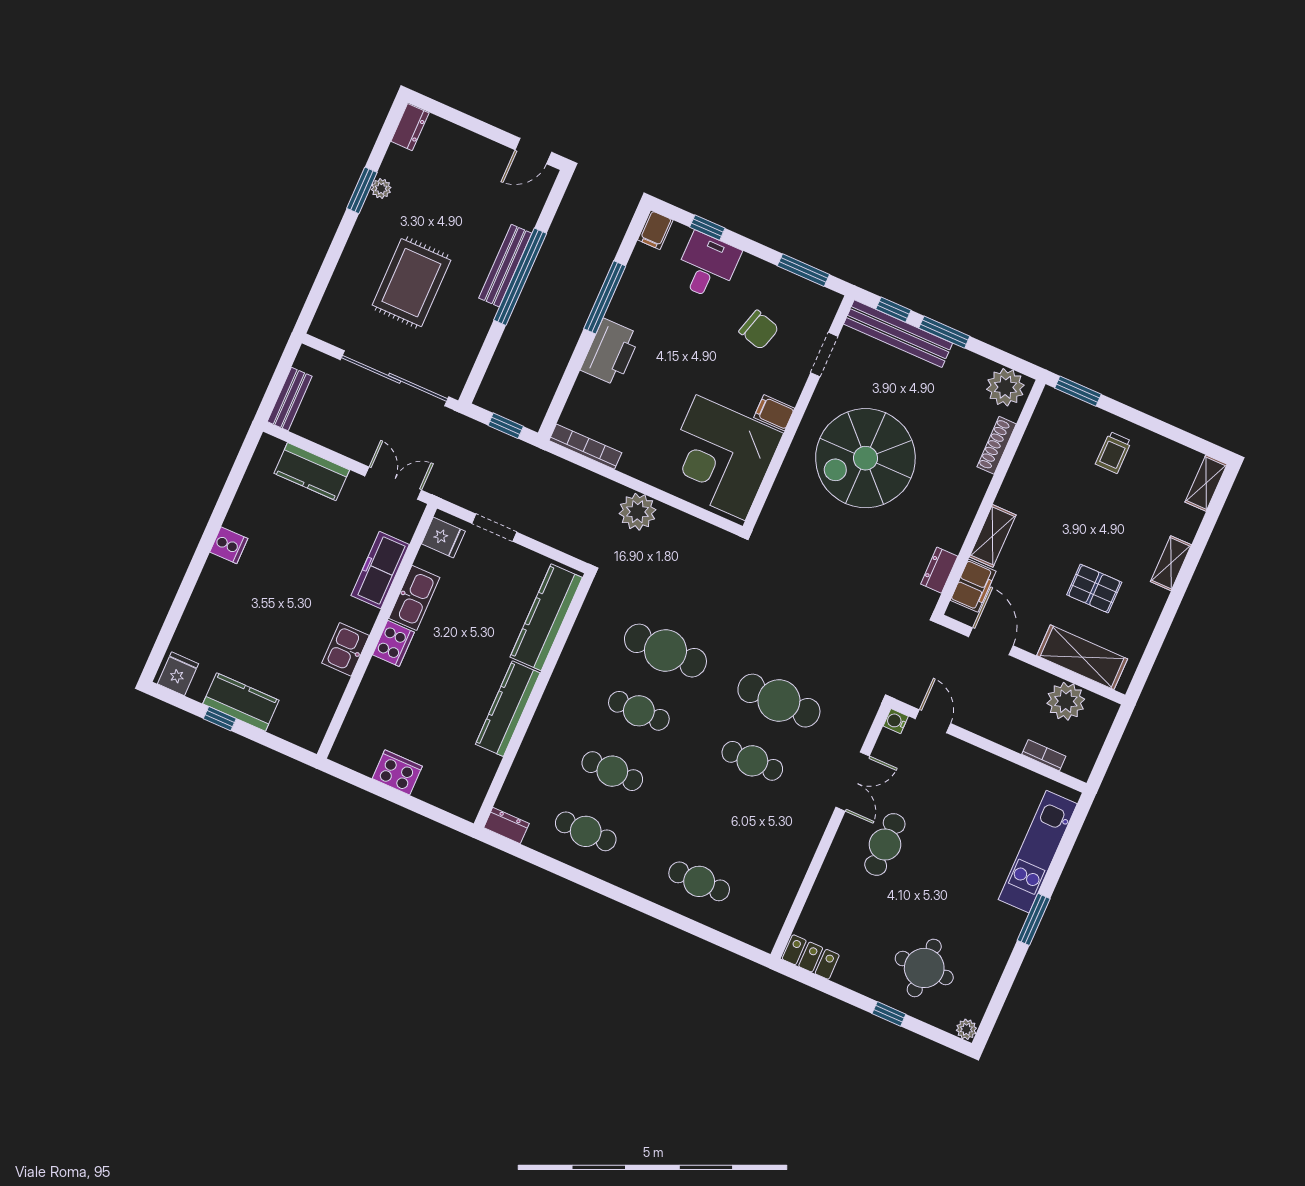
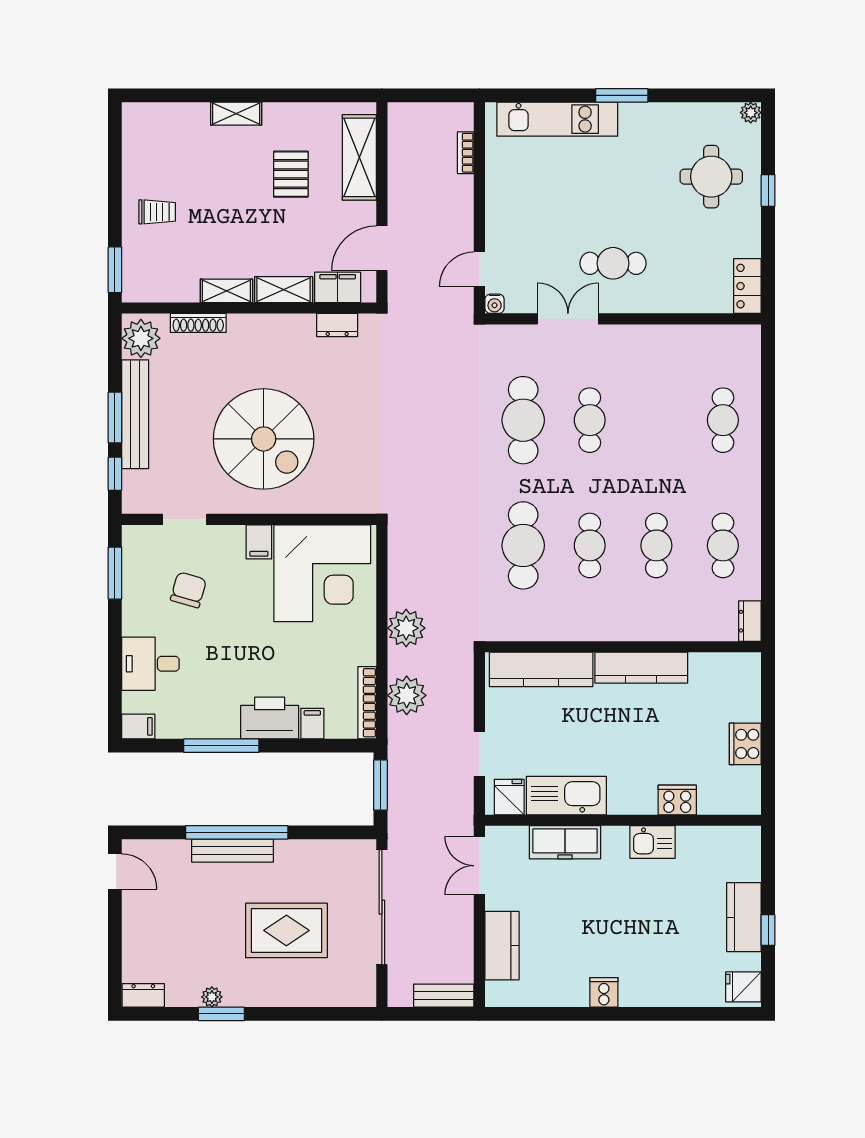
window: (707, 228) -> (115, 679), removed
bench: (898, 334) -> (135, 414), moved
filing cabinet: (588, 389) -> (312, 724), added
window: (506, 426) -> (380, 785), width x1.50
shelving: (1206, 483) -> (226, 291), moved
kitchen sink: (414, 598) -> (566, 796), width x1.36, depth x1.24
cooker: (393, 643) -> (677, 800), moved
plant: (1066, 701) -> (407, 695), moved

